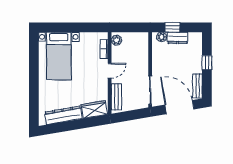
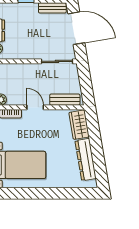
door: (179, 107) -> (76, 28), swing flipped

